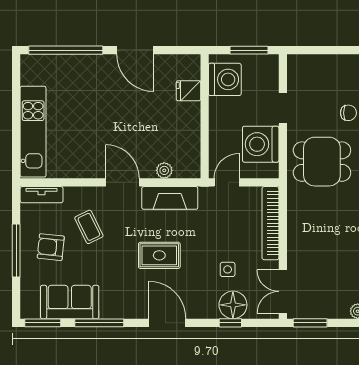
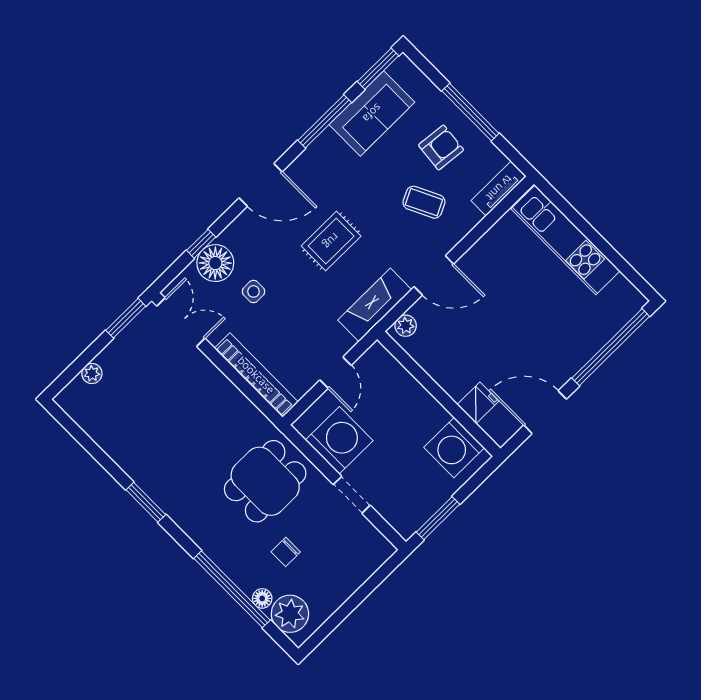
washing machine: (225, 79) -> (454, 447), moved
fridge: (188, 91) -> (478, 403), moved
wall: (205, 116) -> (439, 394), moved

